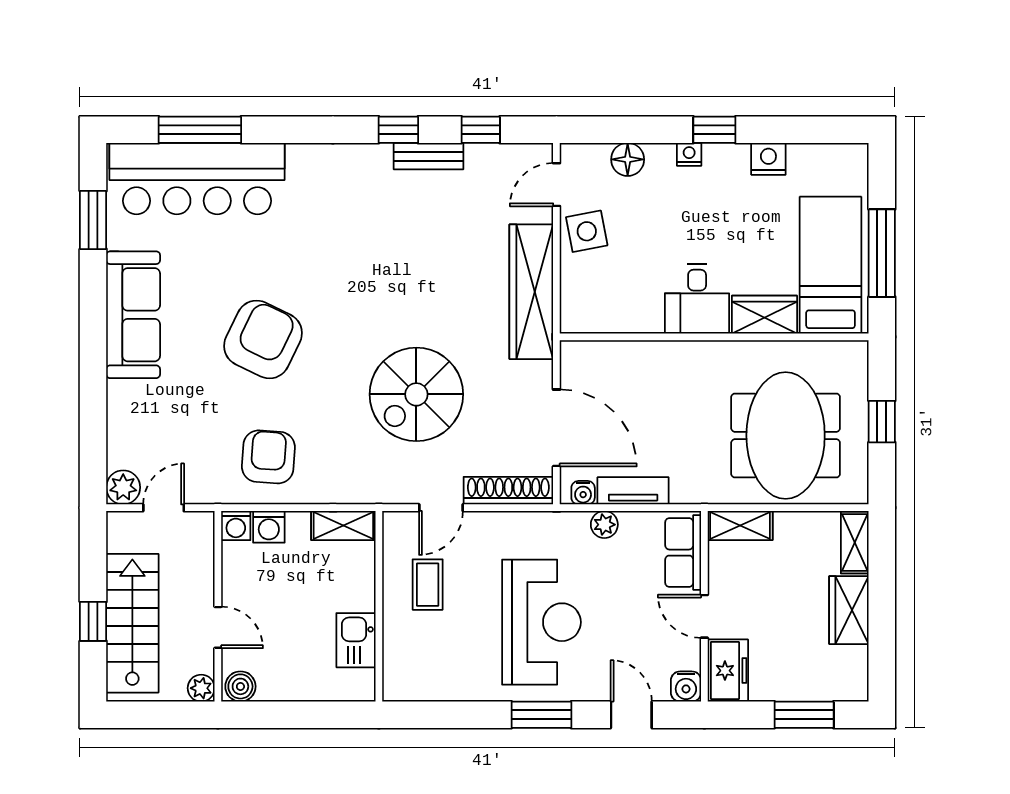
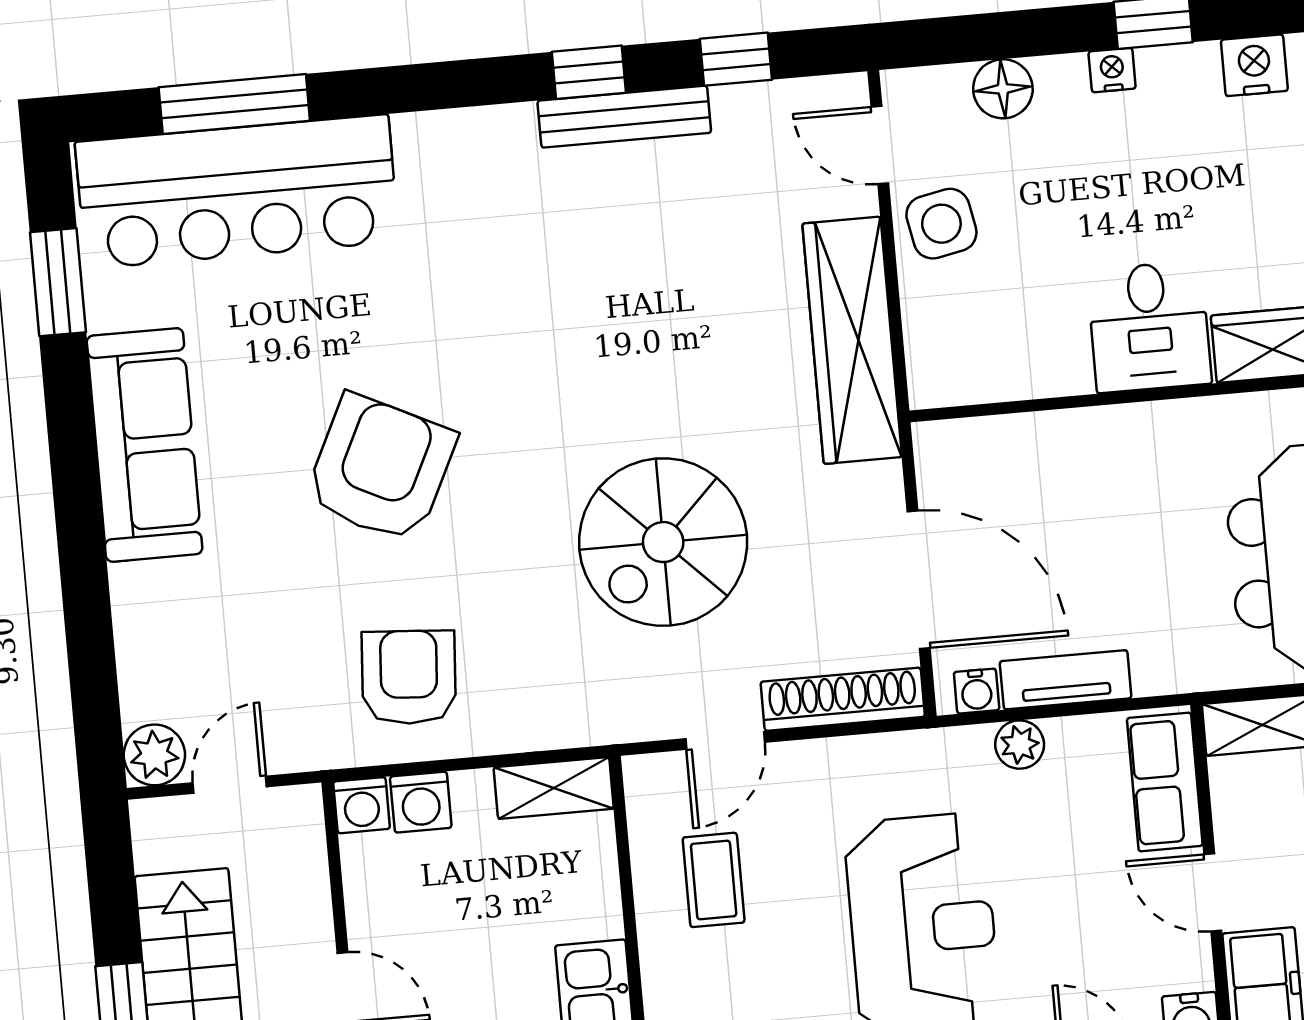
bench: (428, 156) -> (624, 117), width x1.36
door: (556, 185) -> (880, 145), hinge flipped

